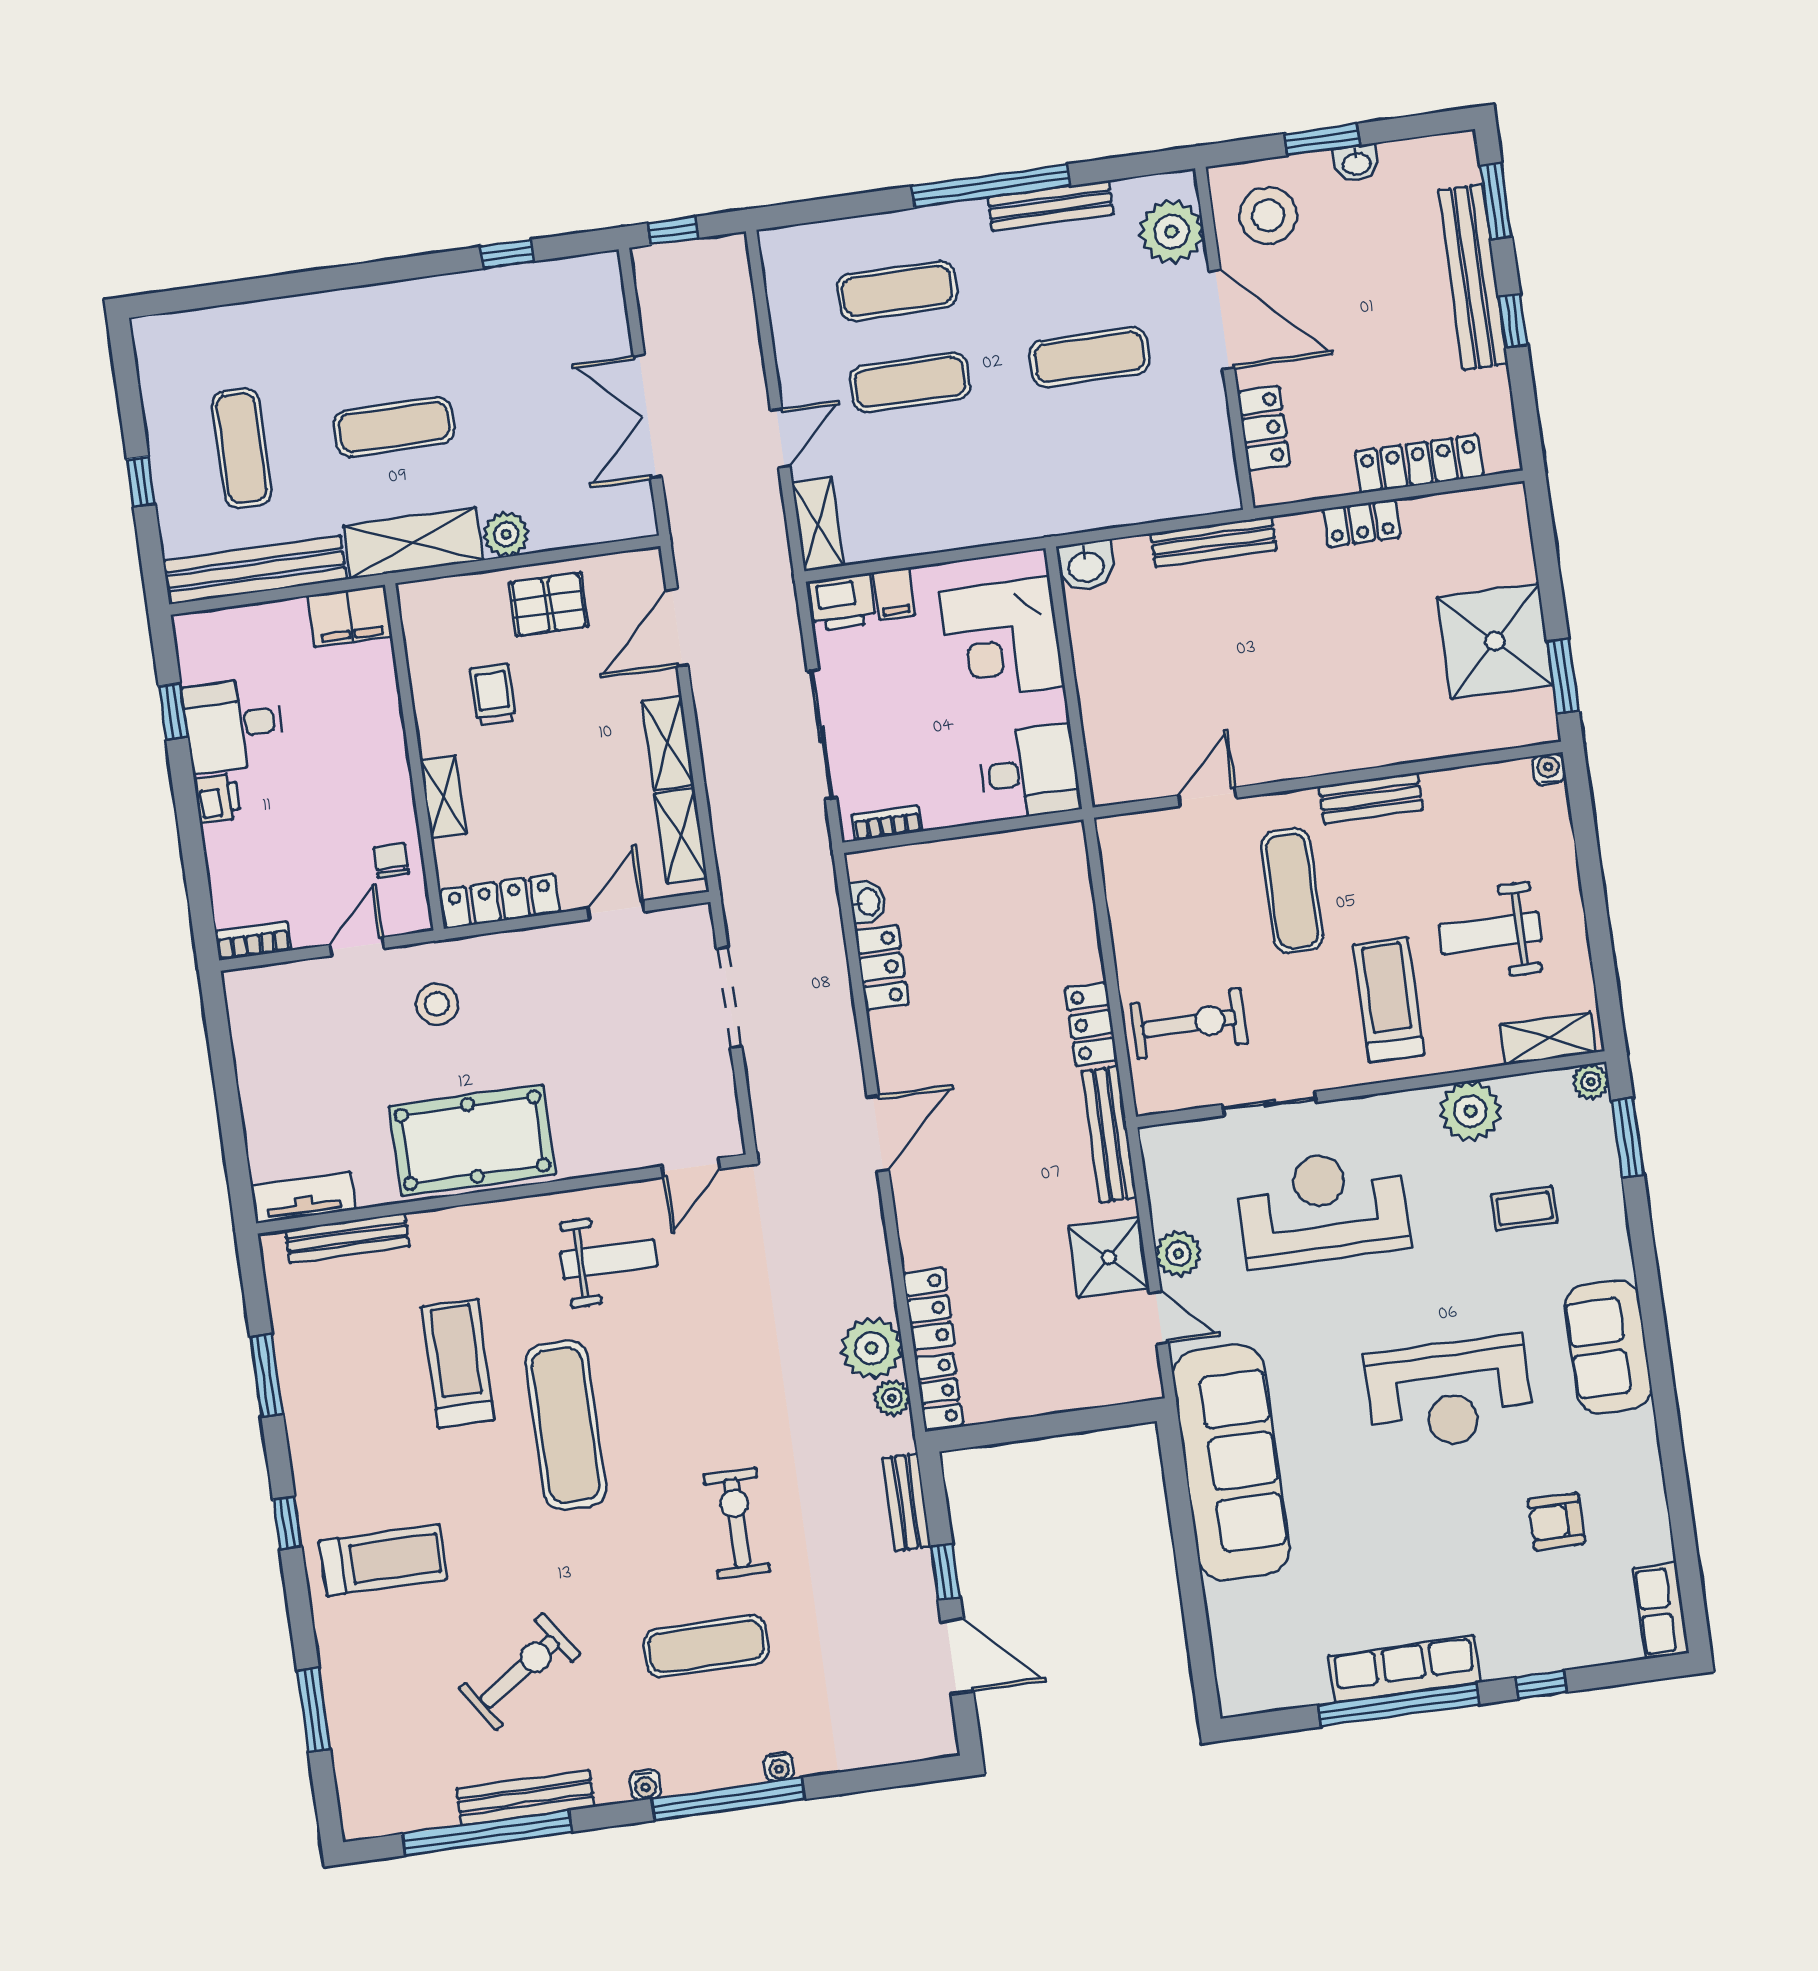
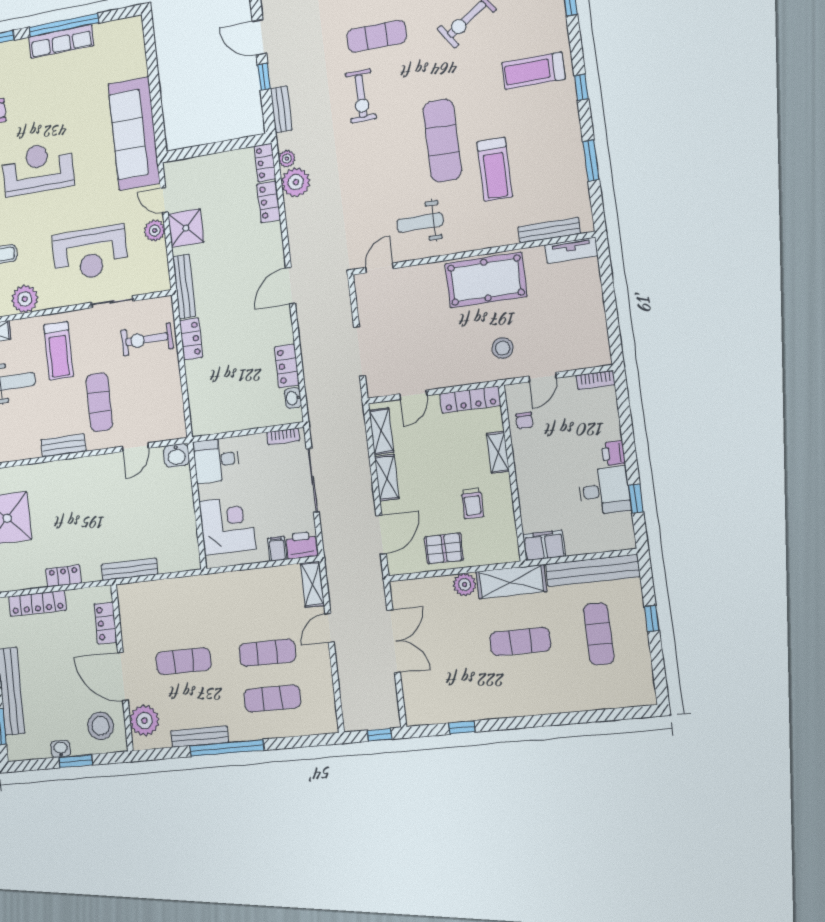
washbasin: (1086, 566) -> (177, 455), moved, turned 180

